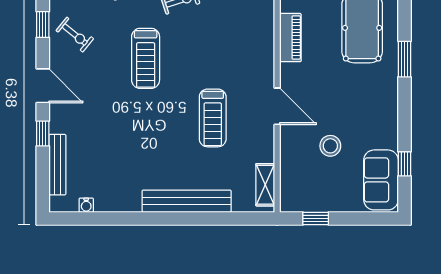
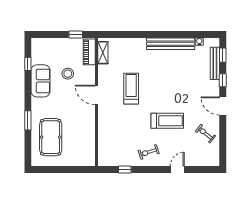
window: (43, 25) -> (223, 55), moved
piano: (290, 38) -> (89, 52), moved
treadmill: (146, 58) -> (167, 121), turned 90
sofa: (381, 180) -> (40, 81), moved
bench: (187, 201) -> (171, 44), moved

